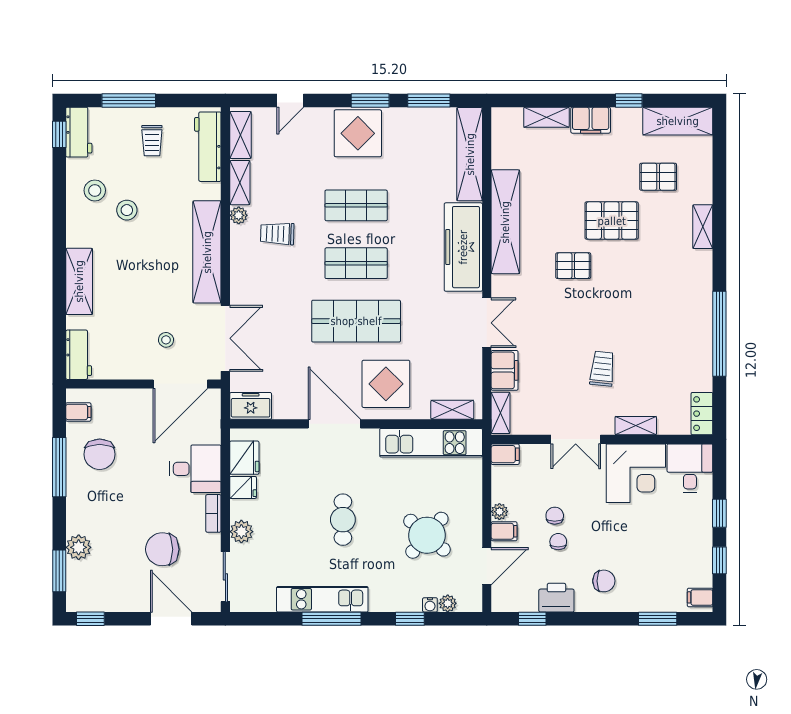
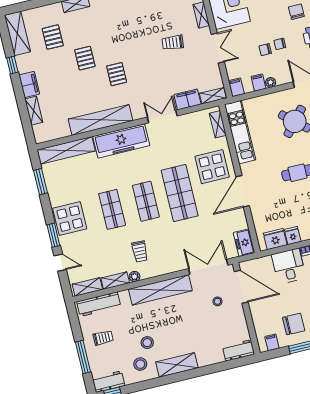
window: (370, 100) -> (53, 235), moved
pallet: (612, 221) -> (85, 58), width x0.67, depth x0.71
shelving: (79, 281) -> (177, 365), moved
filing cabinet: (504, 531) -> (258, 83), moved

